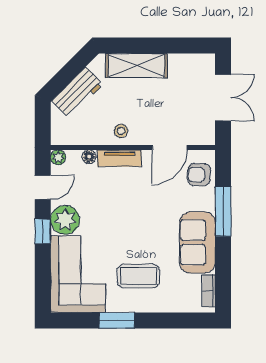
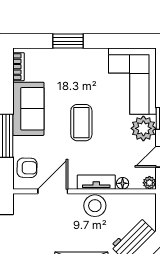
stool: (121, 131) -> (95, 206), width x1.89, depth x1.89
coffee table: (138, 276) -> (81, 123), moved, turned 90
window: (117, 320) -> (68, 41), moved

